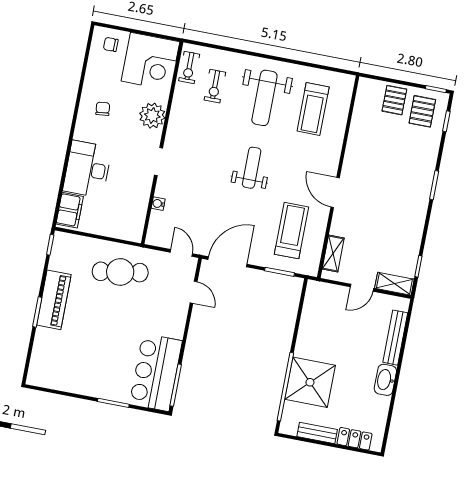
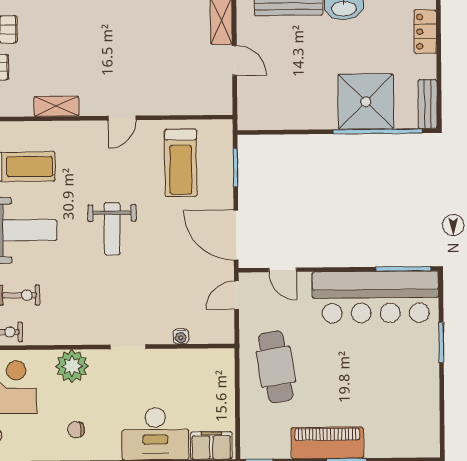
weight bench: (252, 168) -> (112, 229), turned -90
door: (335, 192) -> (122, 118), width x0.73
treadmill: (292, 231) -> (181, 163), turned -90
shelving: (333, 254) -> (56, 106), moved
door: (194, 292) -> (283, 270), swing flipped
bar counter: (156, 372) -> (376, 297), width x1.36
bench: (317, 433) -> (428, 104), moved

